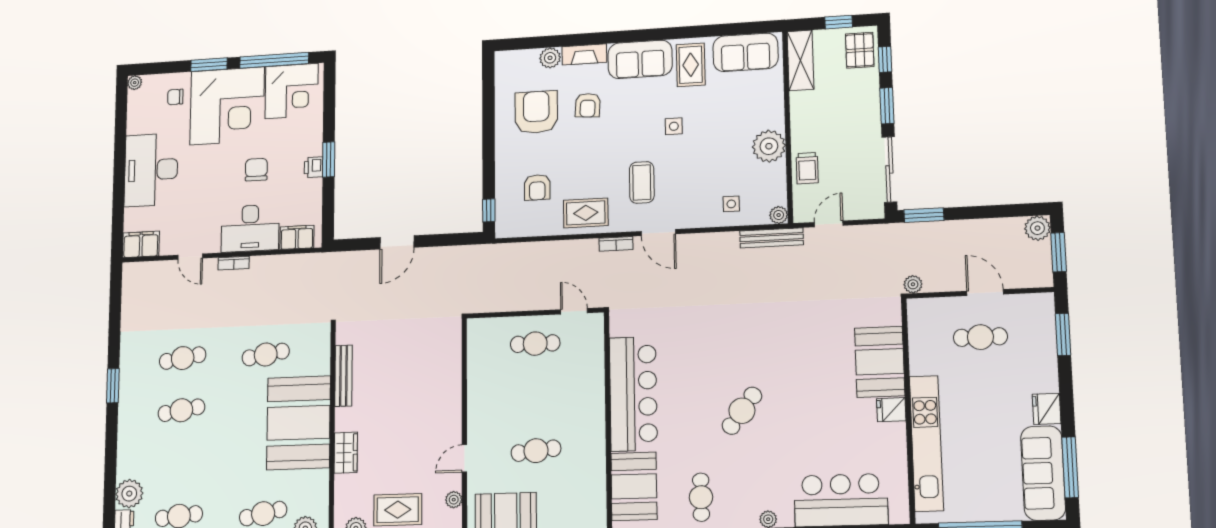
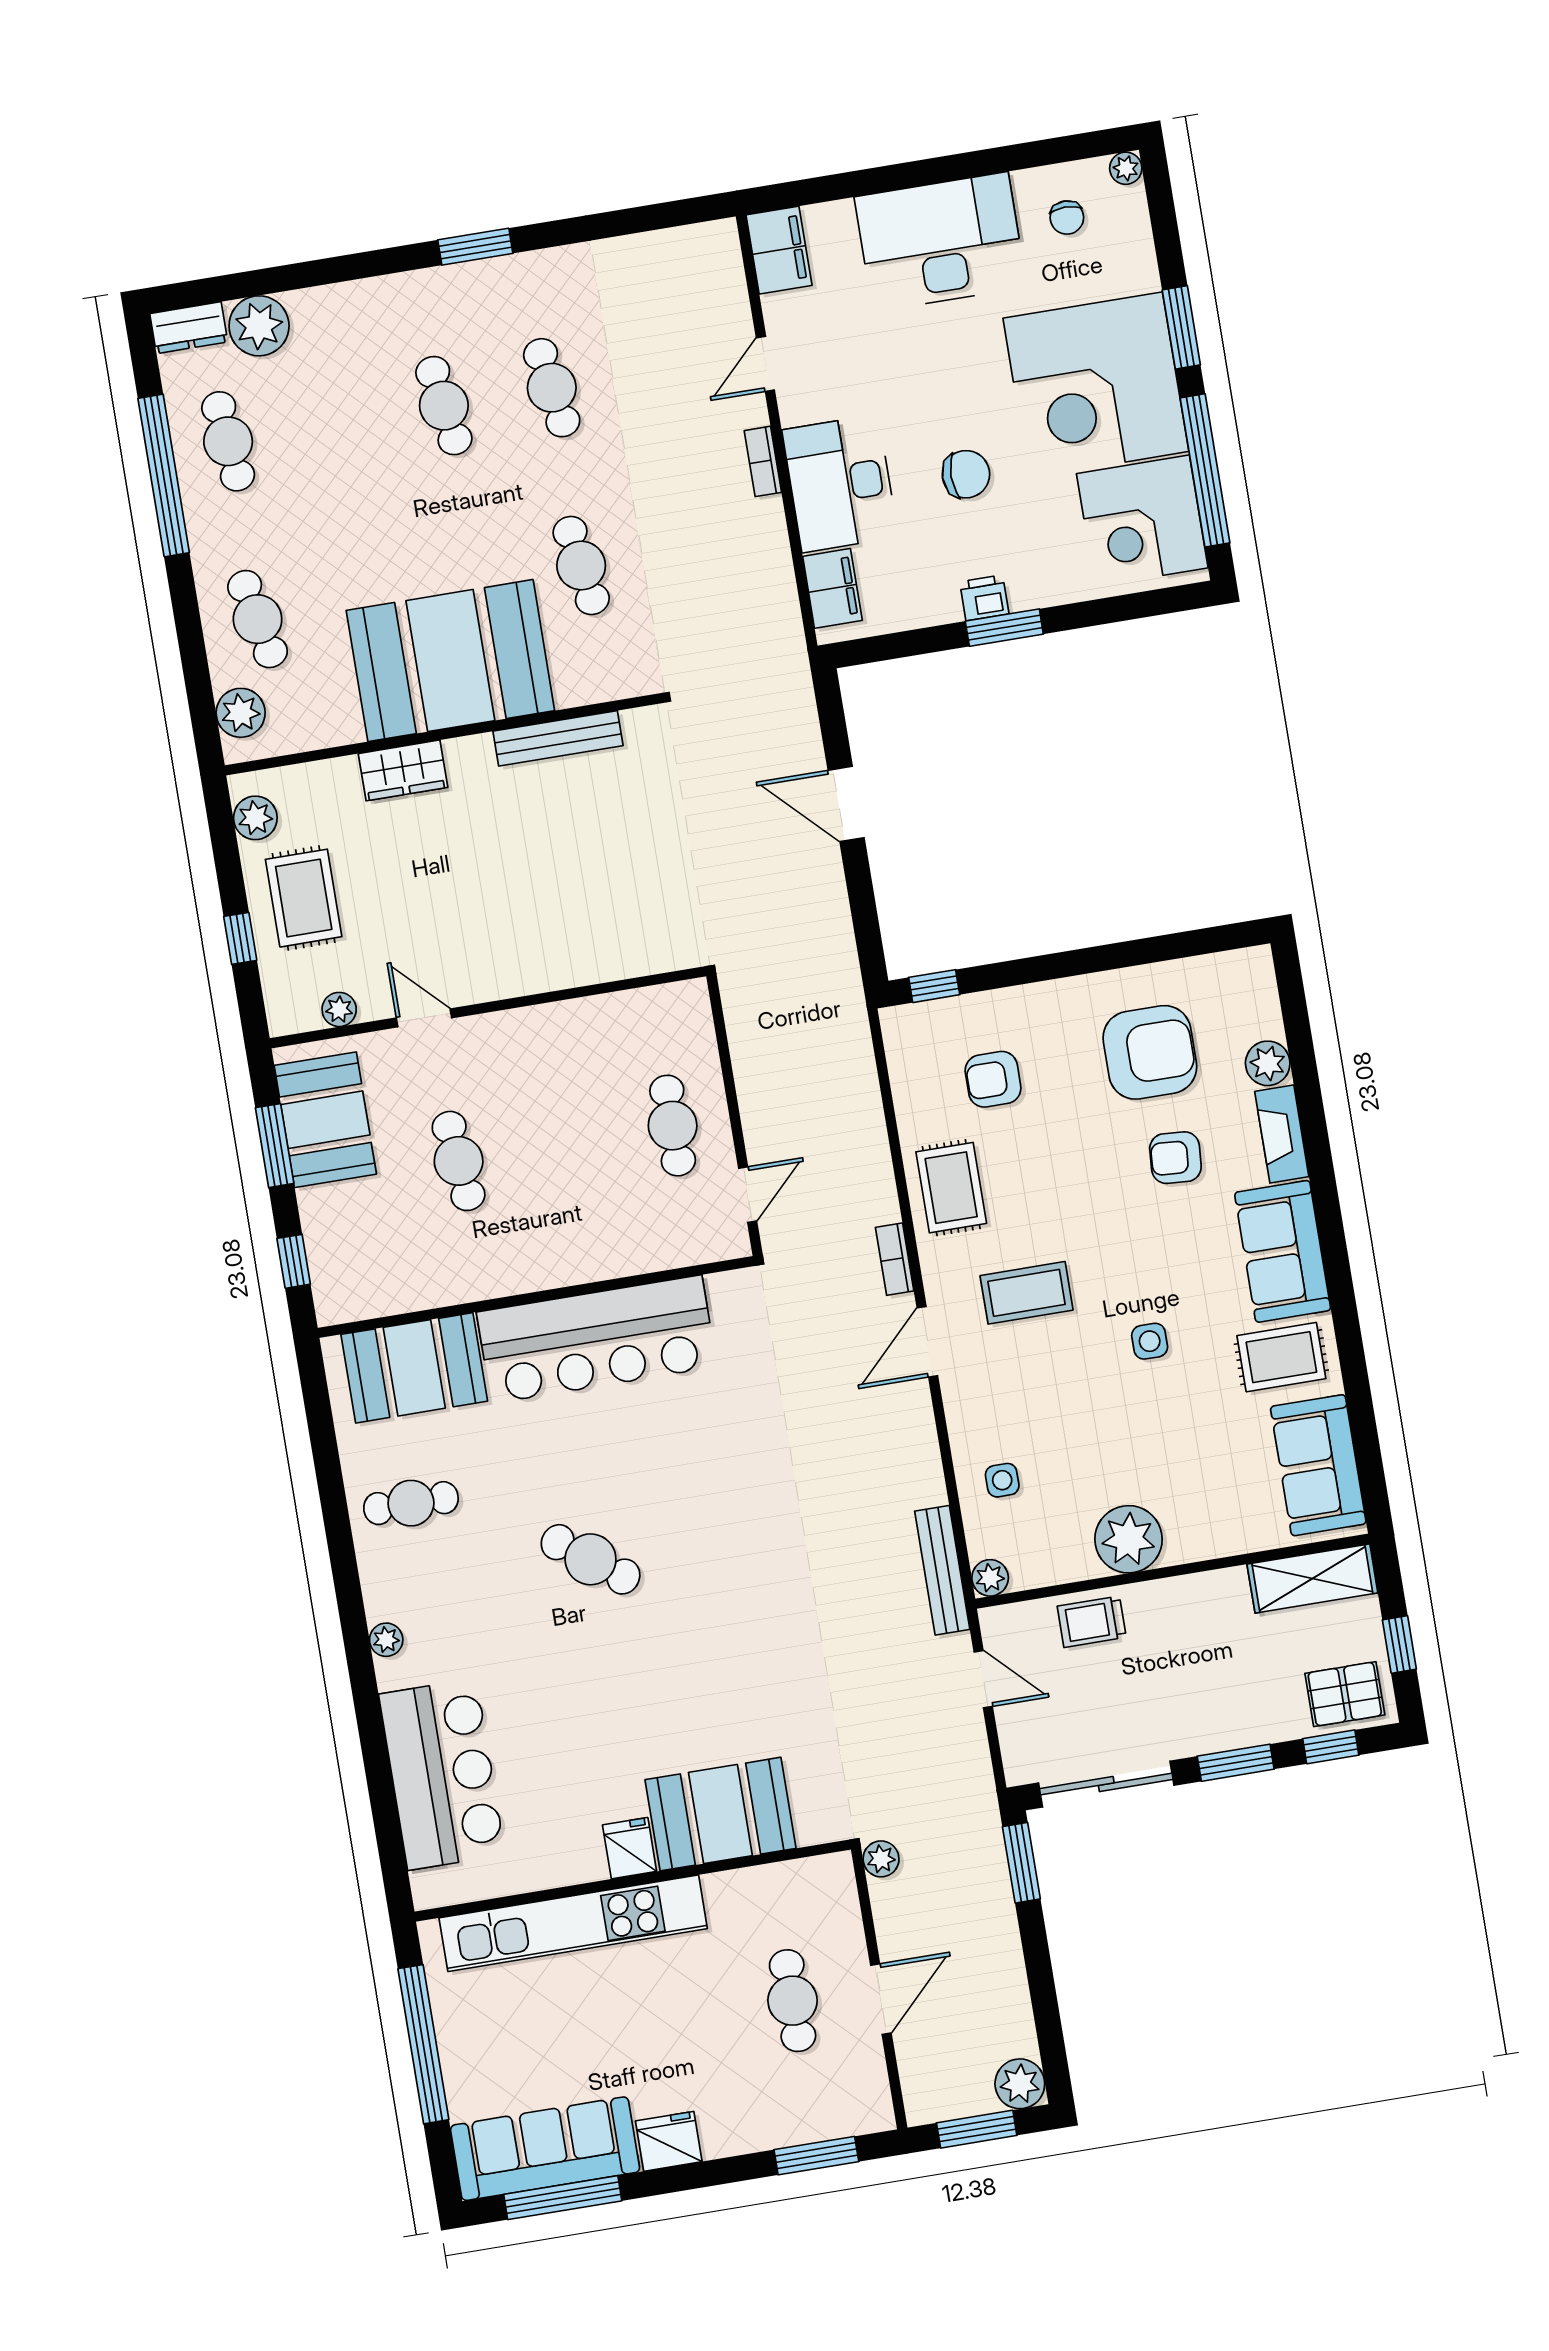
chair: (175, 97) -> (1067, 218), moved, turned 180

